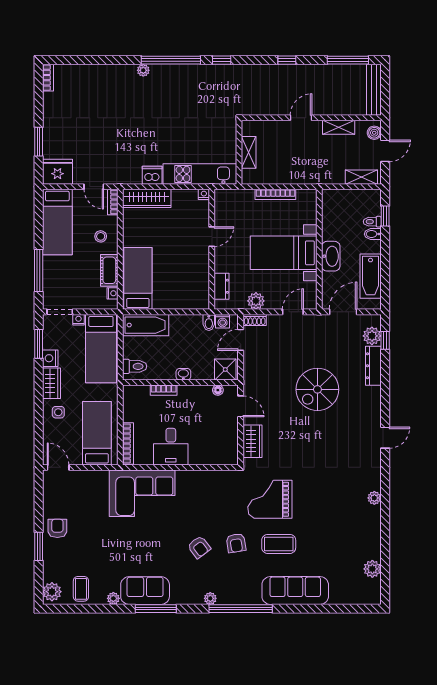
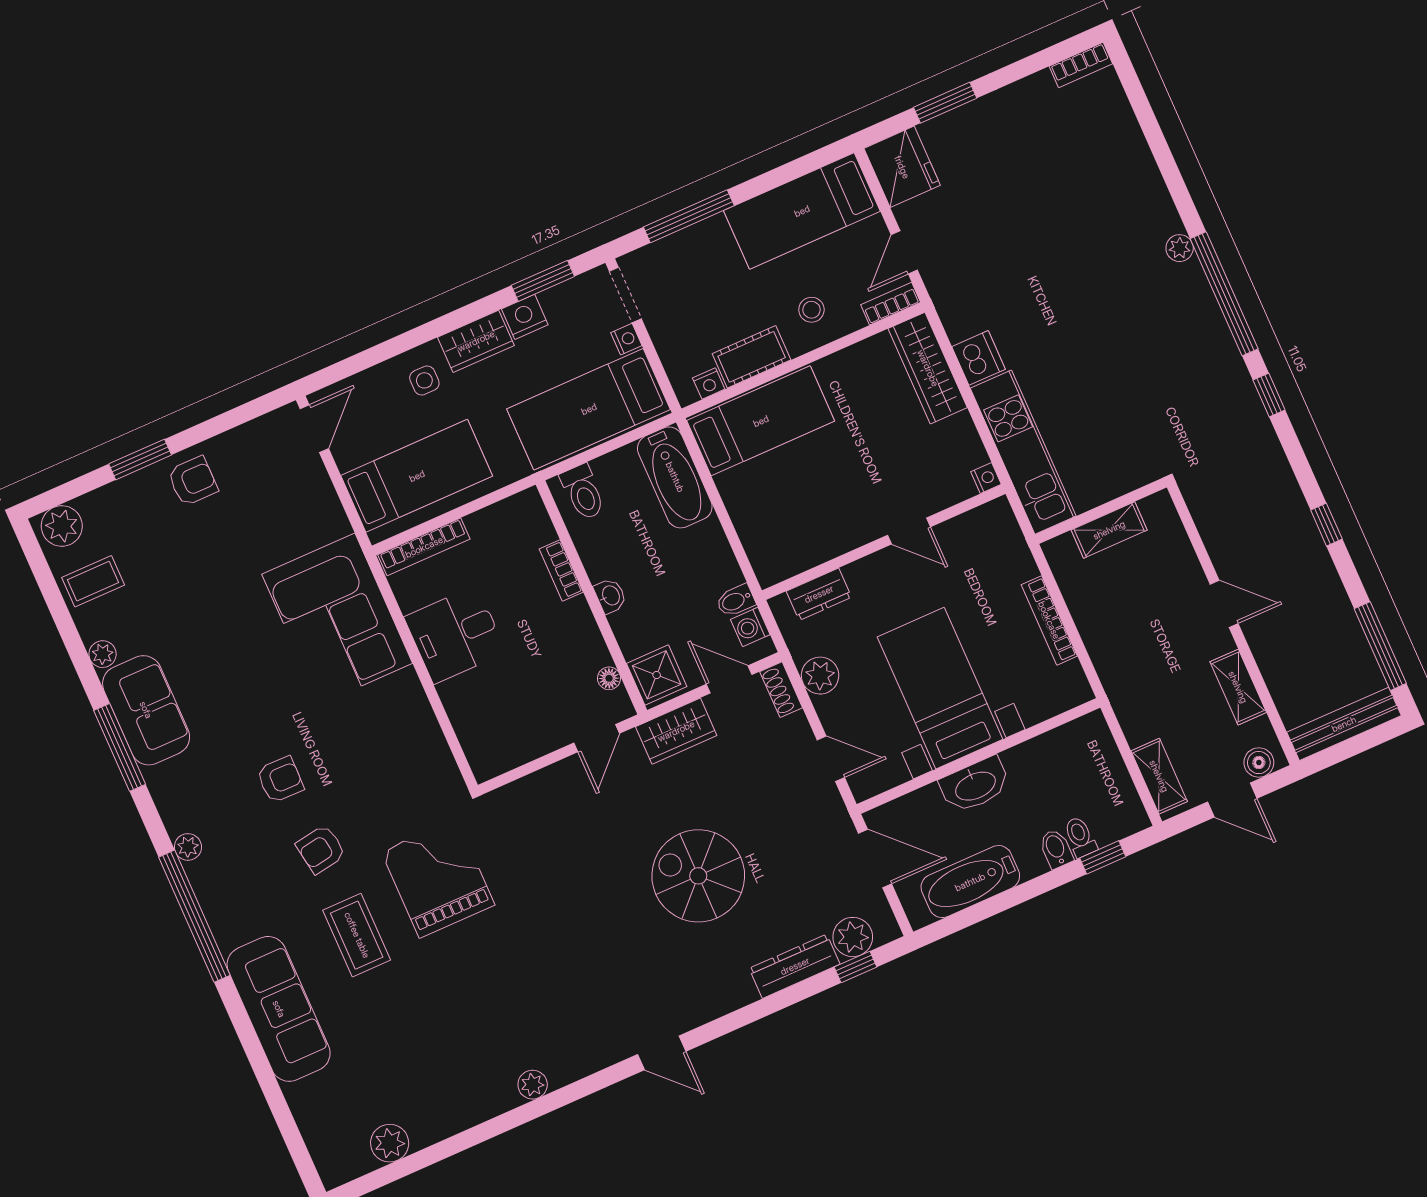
wardrobe: (253, 441) -> (676, 731), moved
armchair: (199, 547) -> (280, 780), turned -142

